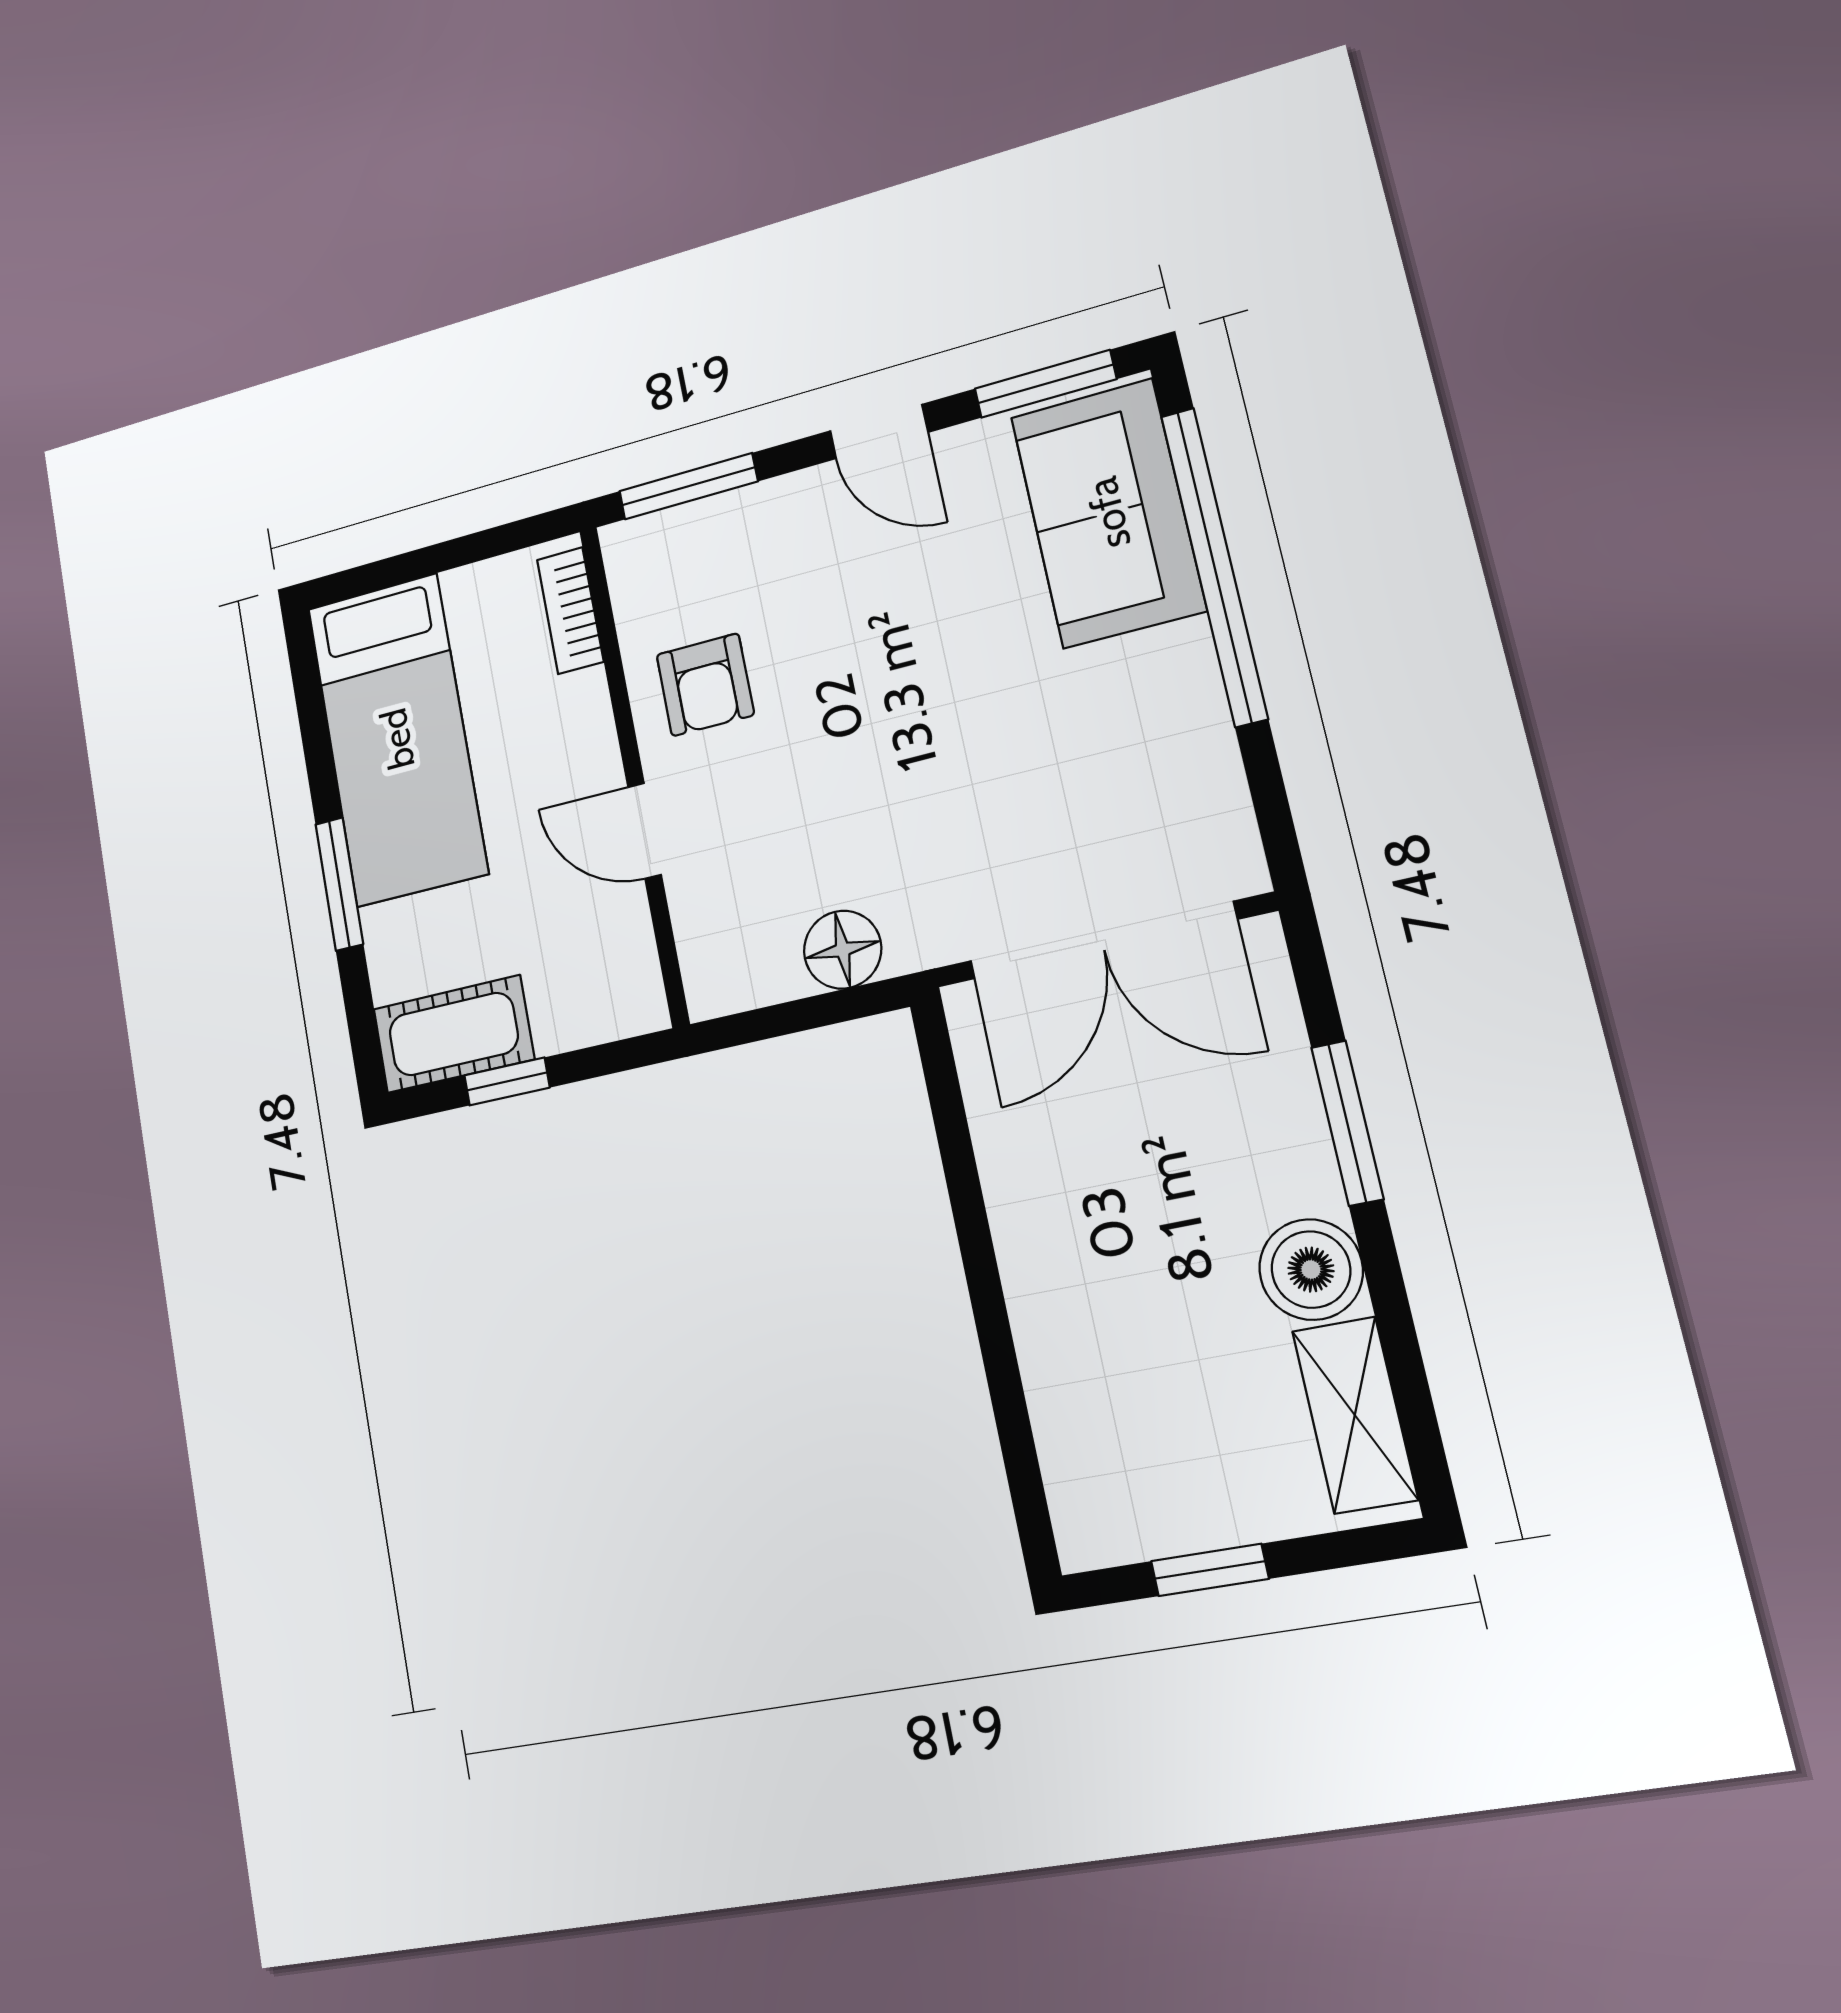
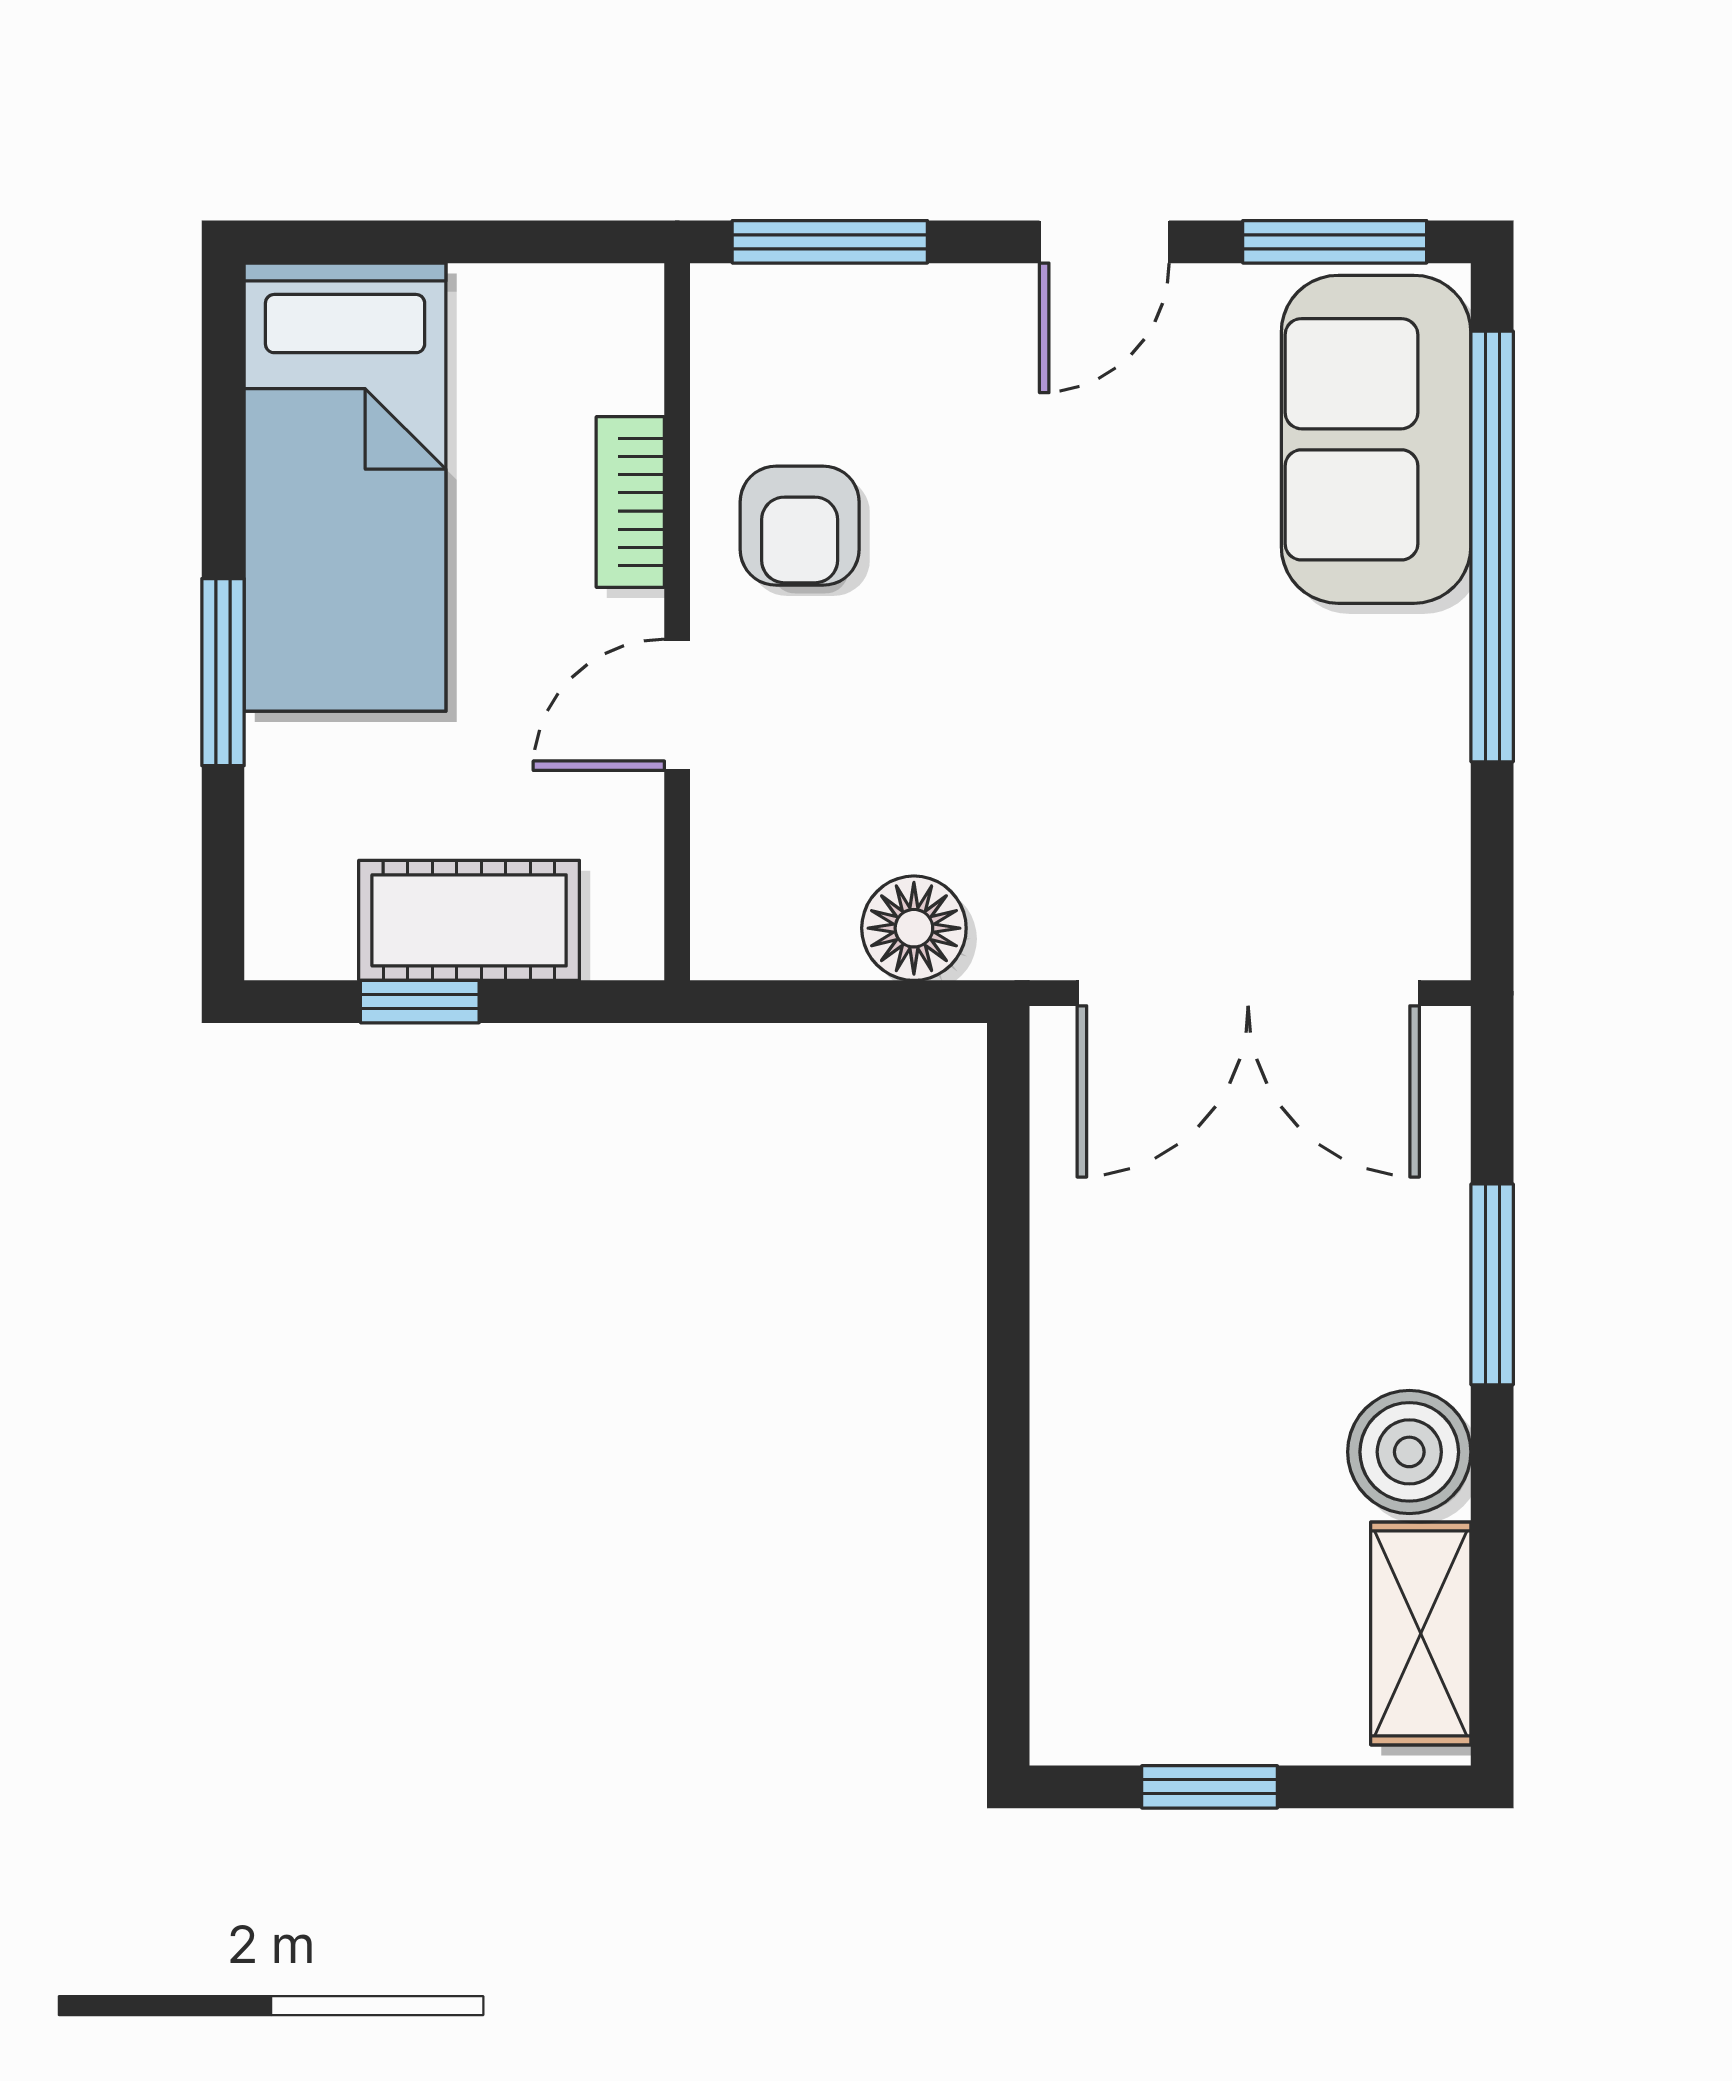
door: (879, 432) -> (1104, 242), hinge flipped
bookcase: (570, 611) -> (630, 502), moved
door: (645, 831) -> (677, 705), hinge flipped
cot: (453, 1034) -> (469, 920), moved

